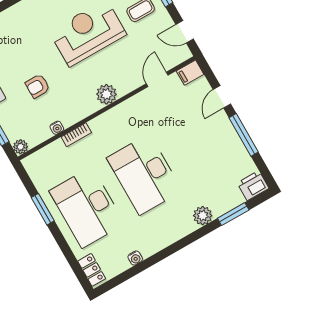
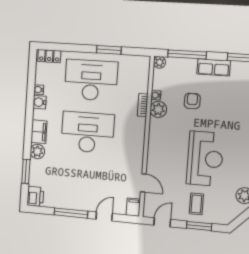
plant: (106, 94) -> (158, 109), moved
door: (222, 97) -> (104, 216), hinge flipped
filing cabinet: (180, 228) -> (39, 132), added
water cooler: (148, 248) -> (40, 102), added

